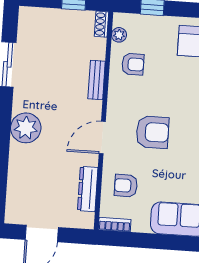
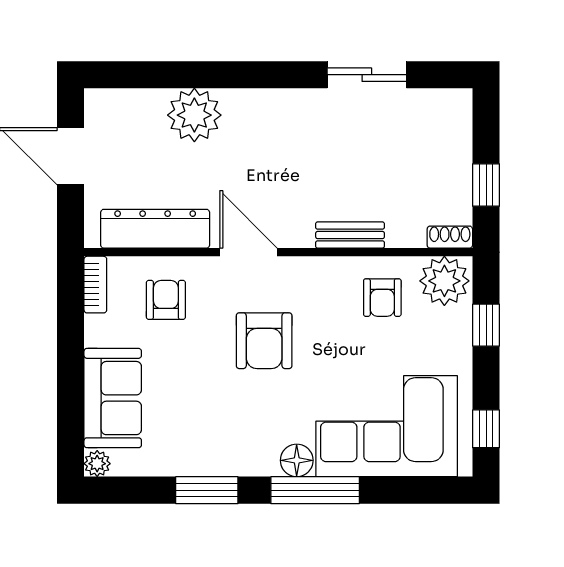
plant: (119, 35) -> (444, 281), width x1.88, depth x1.88
plant: (26, 128) -> (194, 115), moved
dresser: (88, 189) -> (155, 229), width x1.37, depth x1.24

